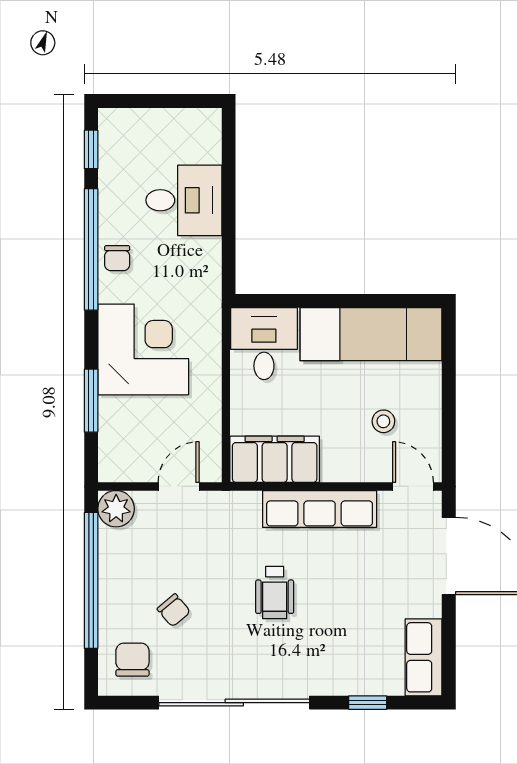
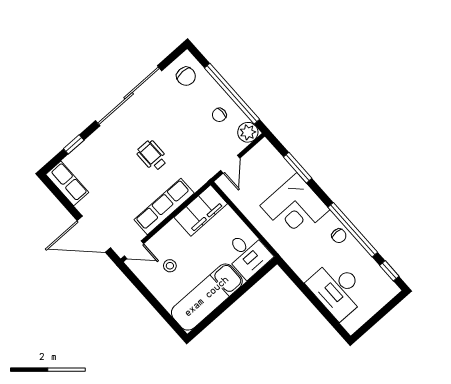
desk: (184, 200) -> (337, 289), width x1.37
chair: (117, 258) -> (339, 236), turned 180
chair: (174, 610) -> (219, 115), moved, turned -50

